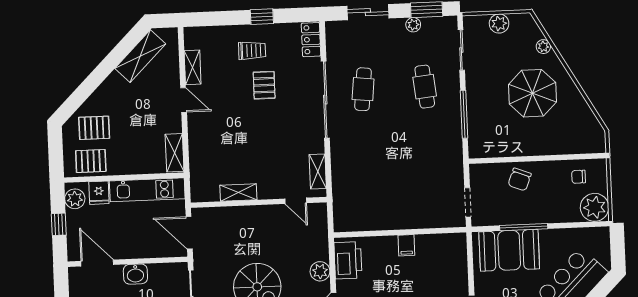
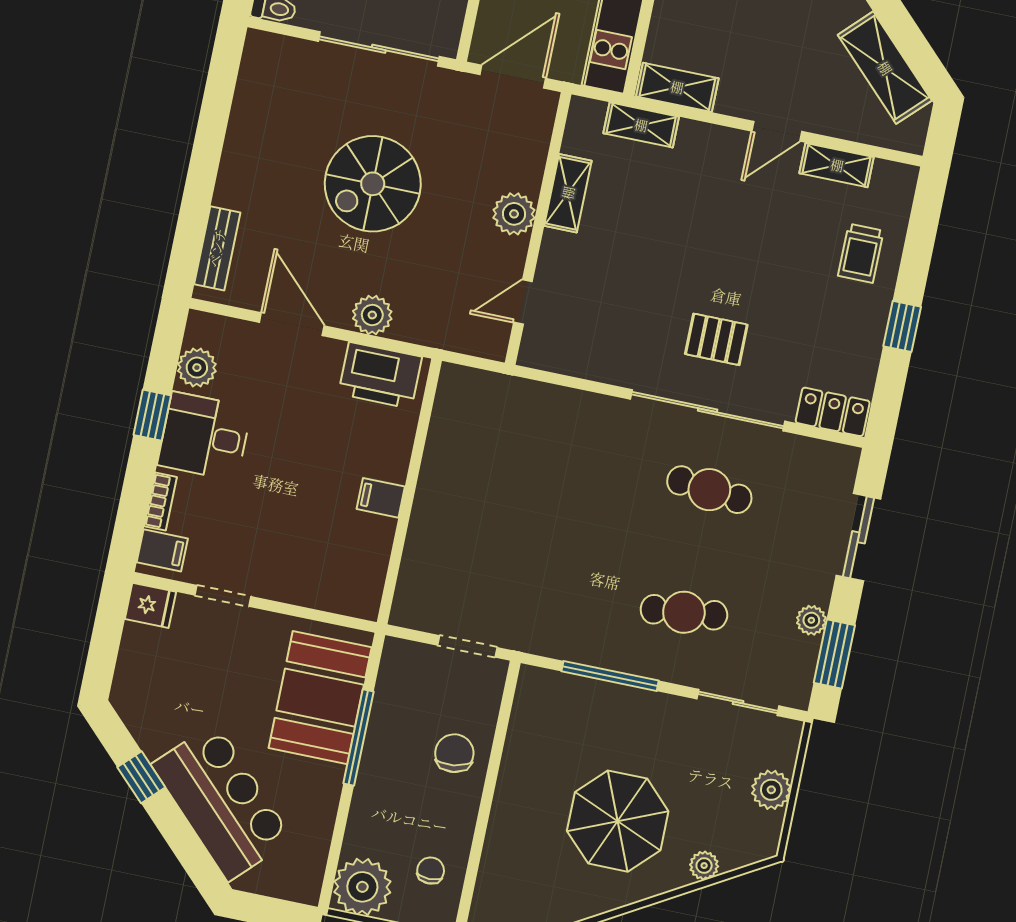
trolley: (252, 51) -> (861, 253), moved
pallet: (264, 85) -> (716, 339), moved
shelving: (318, 171) -> (641, 125), moved
chair: (520, 179) -> (454, 753), turned 61
doorway: (468, 202) -> (467, 646), moved
plant: (255, 216) -> (514, 214), added

